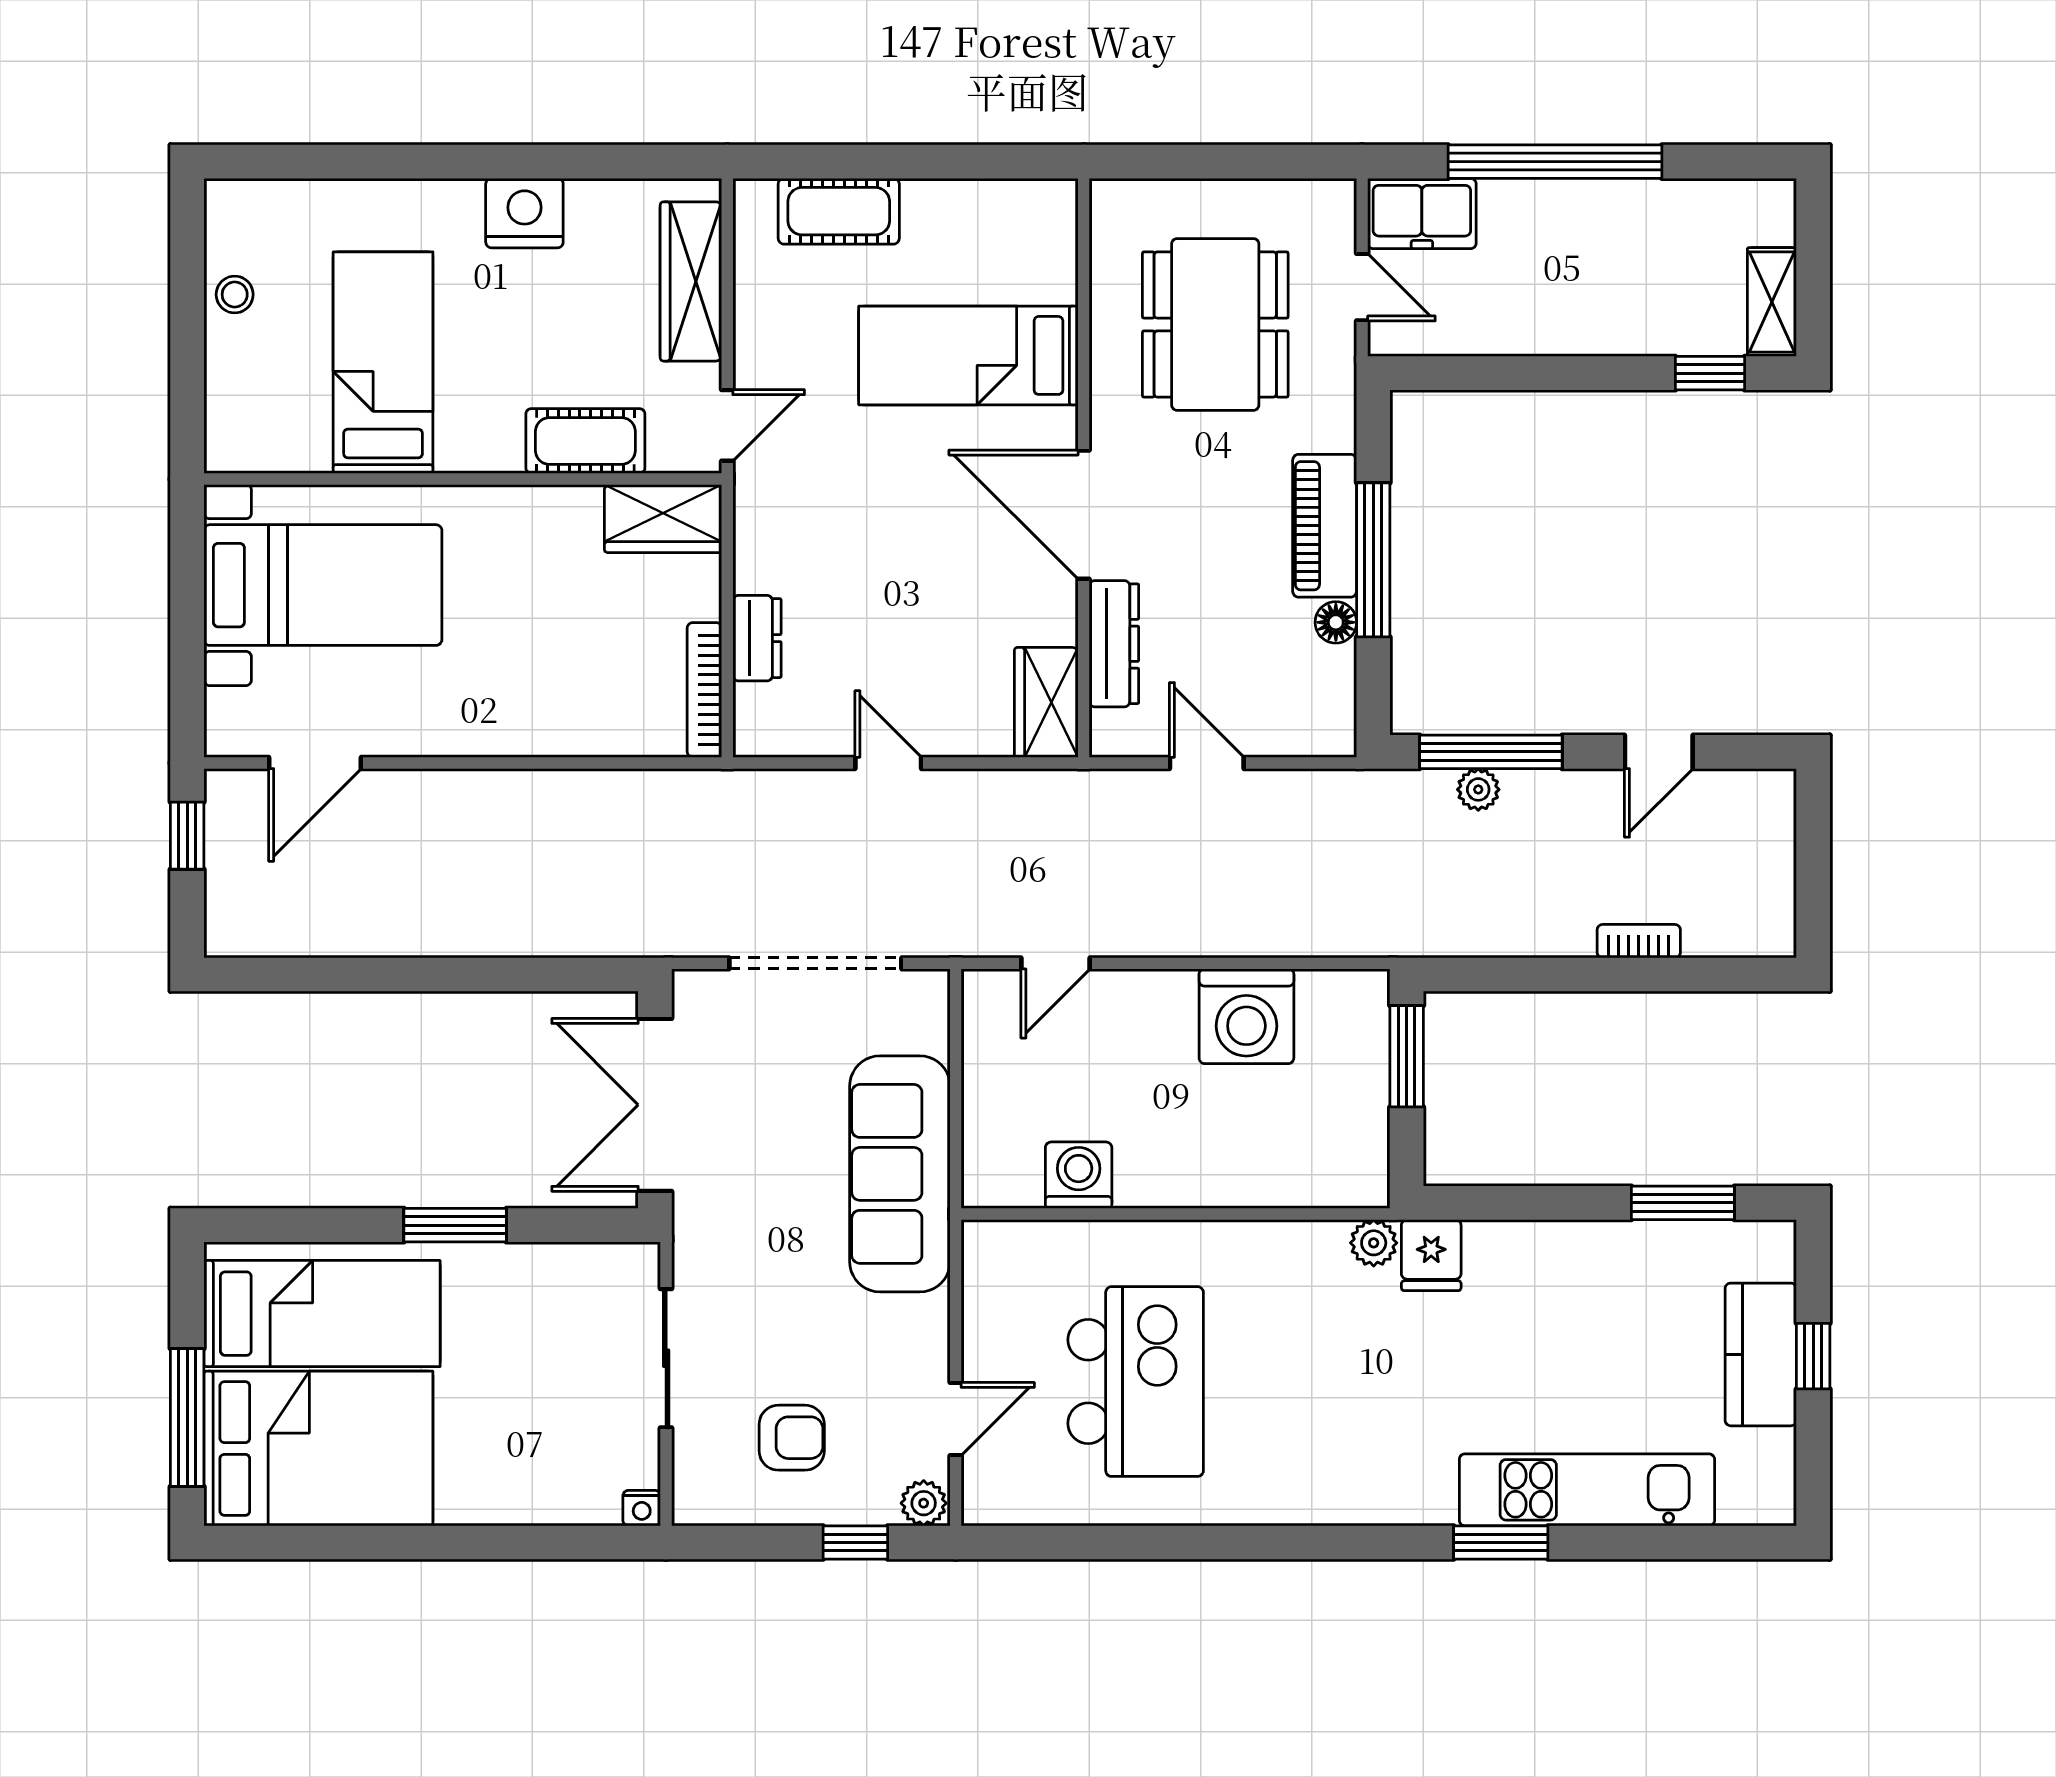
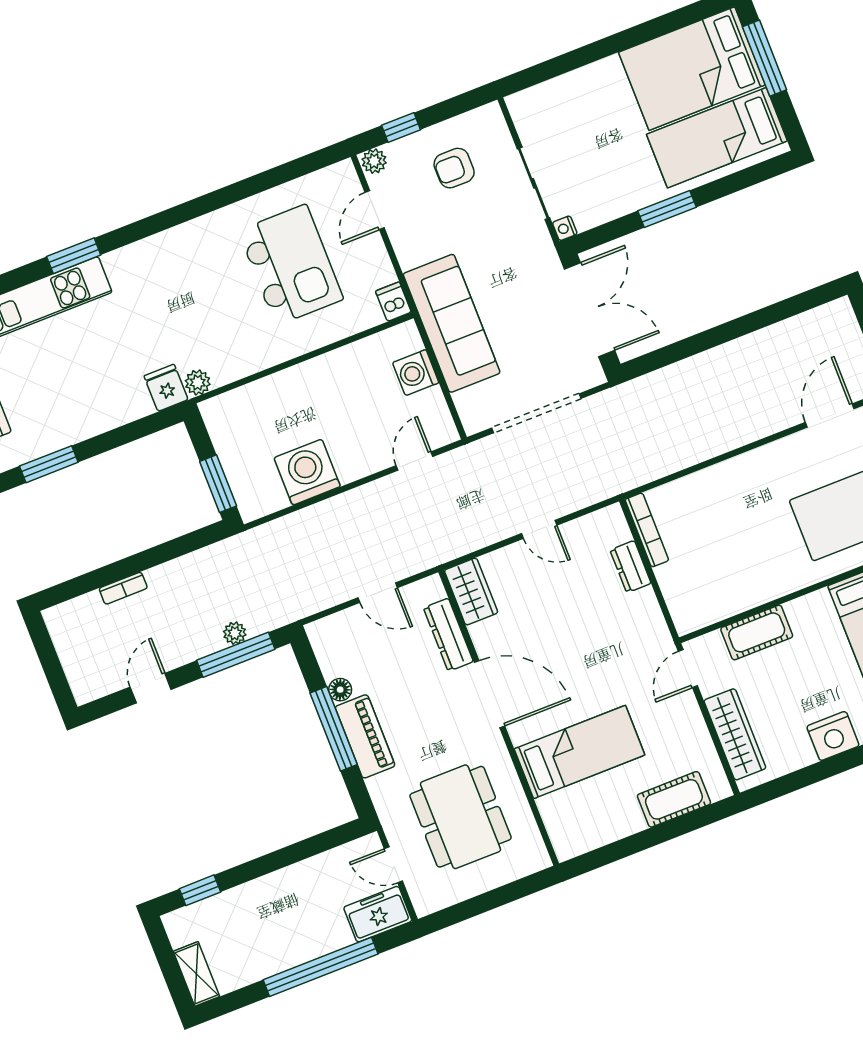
shelving: (1772, 302) -> (196, 974), moved
wardrobe: (663, 519) -> (702, 609), removed
washing machine: (1079, 1175) -> (416, 373), moved, turned 90
dishwasher: (985, 1250) -> (393, 302), added
kitchen island: (1136, 1382) -> (291, 265), turned 180
nightstand: (642, 1508) -> (565, 228), moved, turned -90

